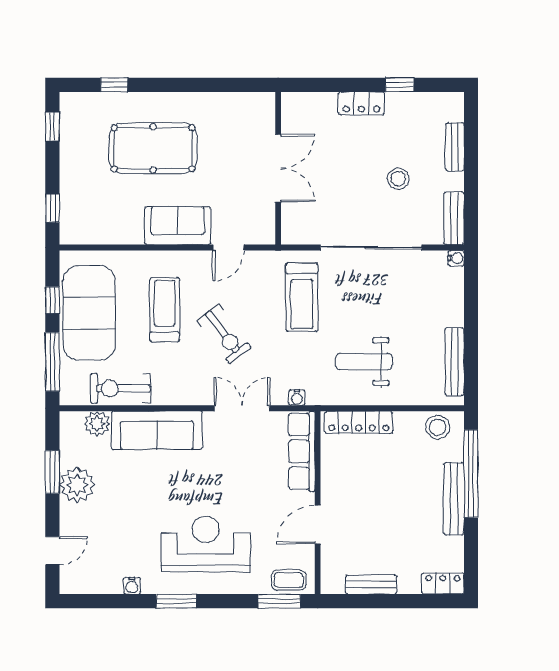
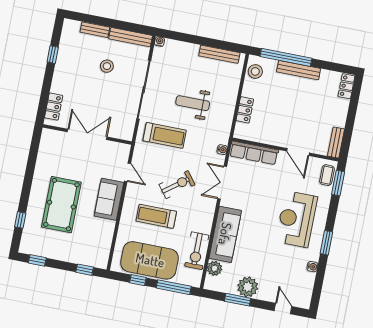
locker: (361, 103) -> (54, 107), moved
bench: (454, 218) -> (131, 37), width x1.36
weight bench: (364, 362) -> (193, 103), moved, turned 90
locker: (359, 422) -> (245, 110), width x0.66
bench: (371, 584) -> (336, 142), moved

